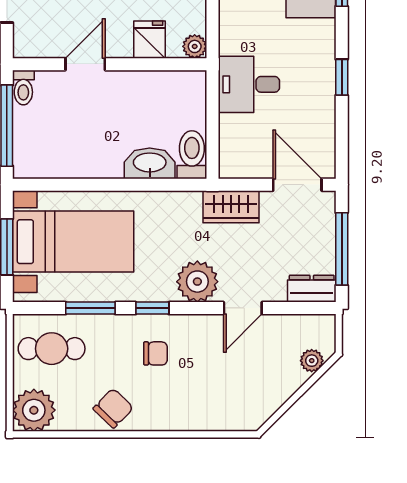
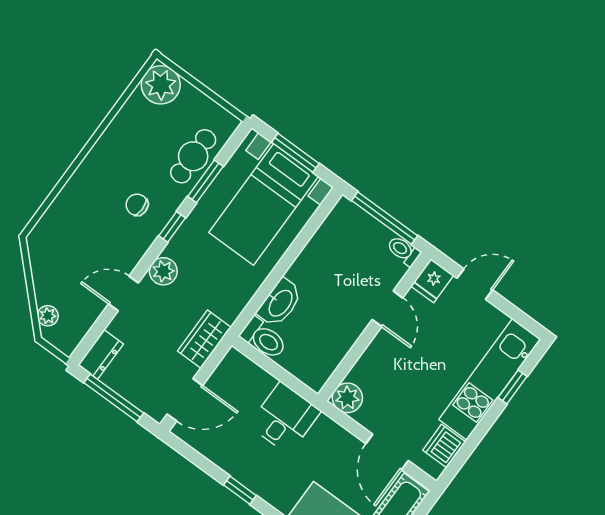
fridge: (150, 40) -> (432, 281), moved, turned 90
plant: (195, 46) -> (347, 398), width x1.38, depth x1.38
plant: (197, 282) -> (163, 271), width x0.73, depth x0.73
door: (243, 308) -> (124, 293), hinge flipped
cafe table: (52, 349) -> (193, 156), moved
chair: (155, 353) -> (137, 205), turned 90
chair: (113, 408) -> (120, 144), removed

